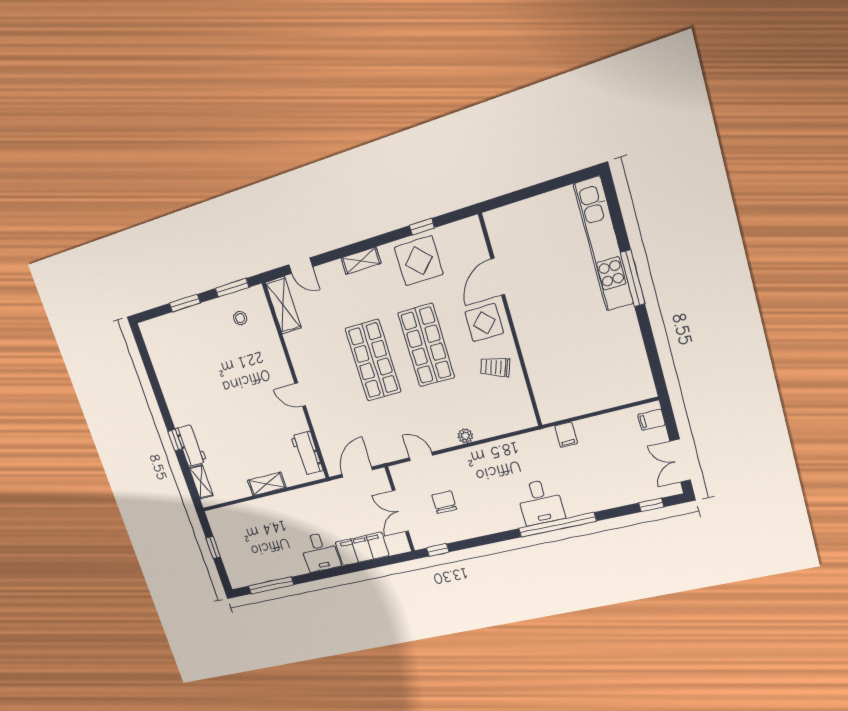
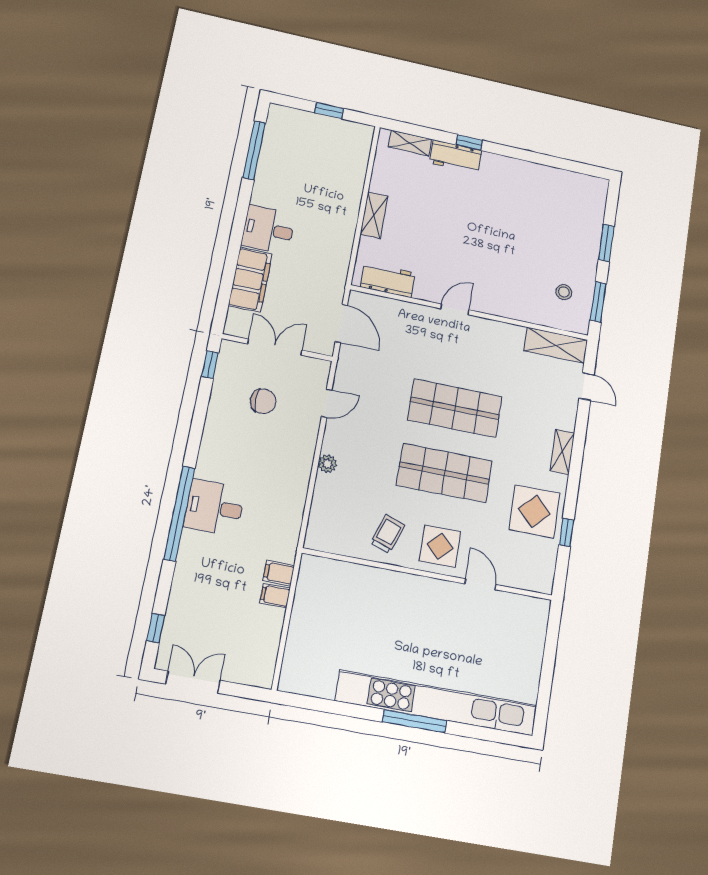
kitchen unit: (603, 244) -> (437, 703), width x1.36
door: (301, 266) -> (586, 387), swing flipped
door: (498, 277) -> (480, 584), width x0.73
filing cabinet: (651, 420) -> (275, 596), moved, turned -90

